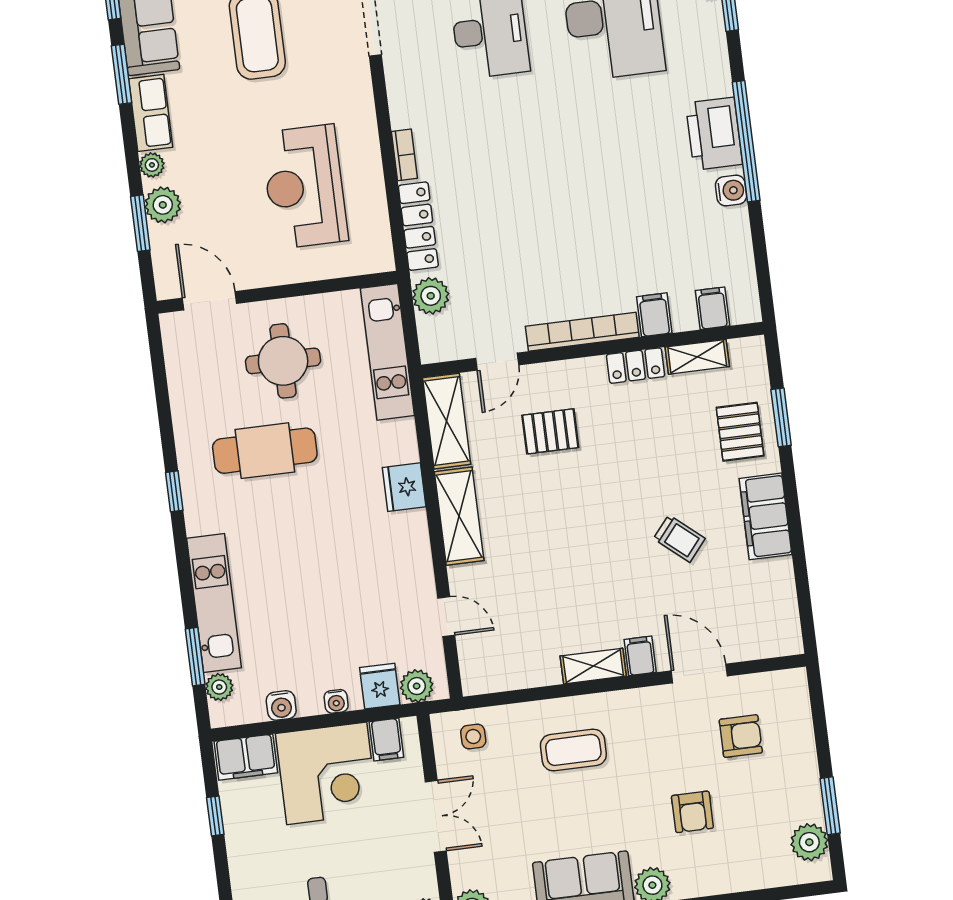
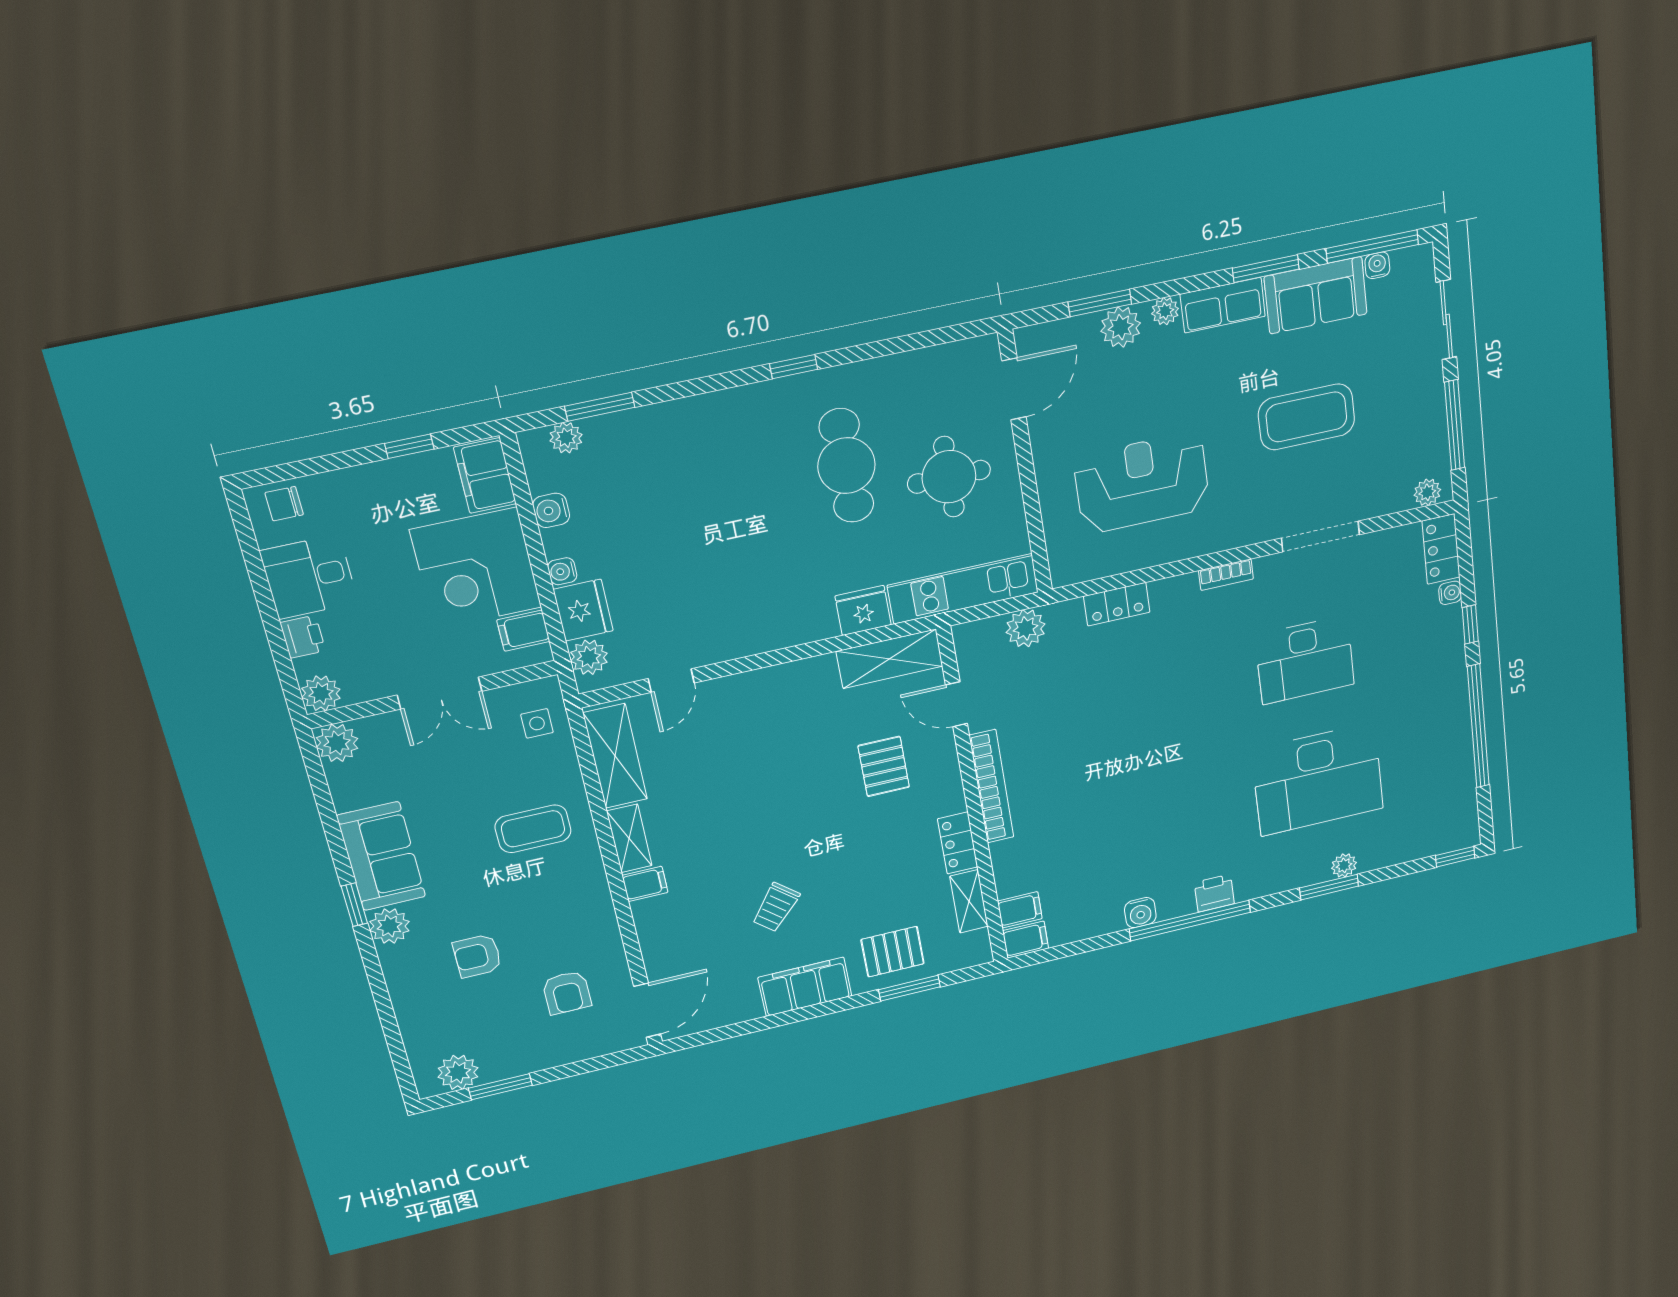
printer: (714, 134) -> (1214, 893), width x0.53, depth x0.68
bookcase: (404, 155) -> (1226, 575), moved
locker: (418, 226) -> (1117, 604), width x0.66
filing cabinet: (654, 315) -> (1026, 940), moved
fridge: (404, 487) -> (863, 610), moved
shelving: (459, 516) -> (615, 756), moved, turned 90
kitchen unit: (214, 603) -> (665, 423), removed
door: (699, 673) -> (647, 1010), moved
fridge: (380, 686) -> (583, 610), width x1.38
coffee table: (573, 750) -> (533, 829), turned 90

